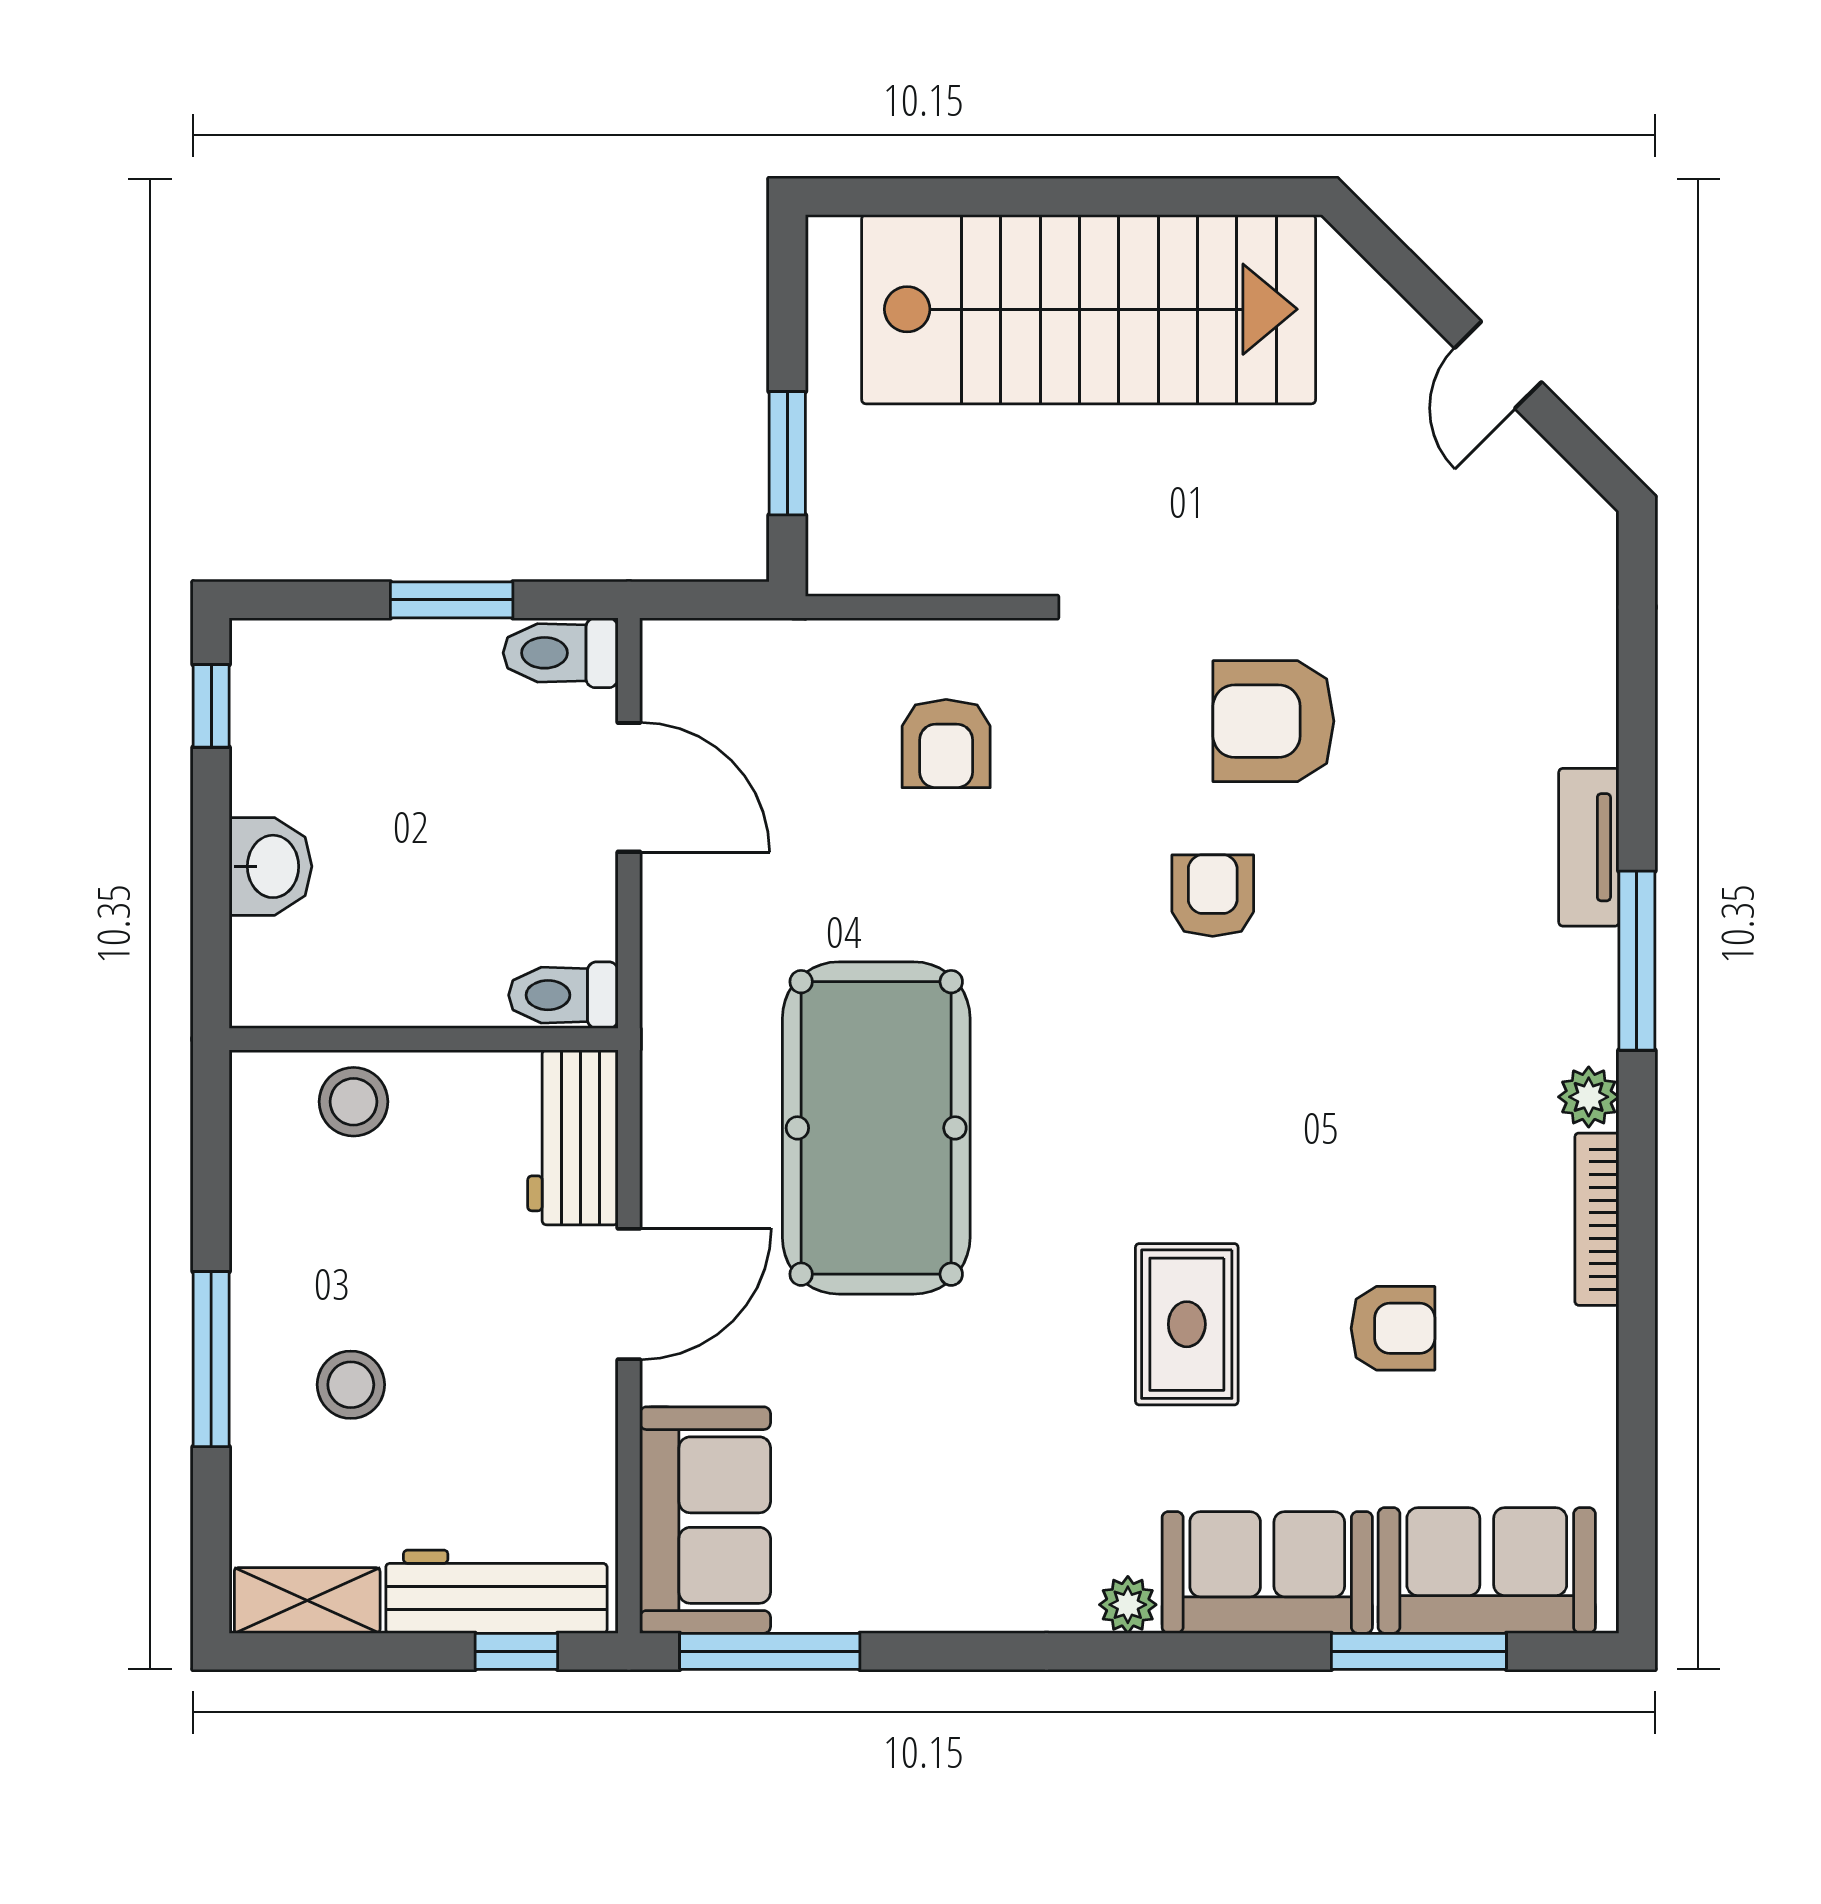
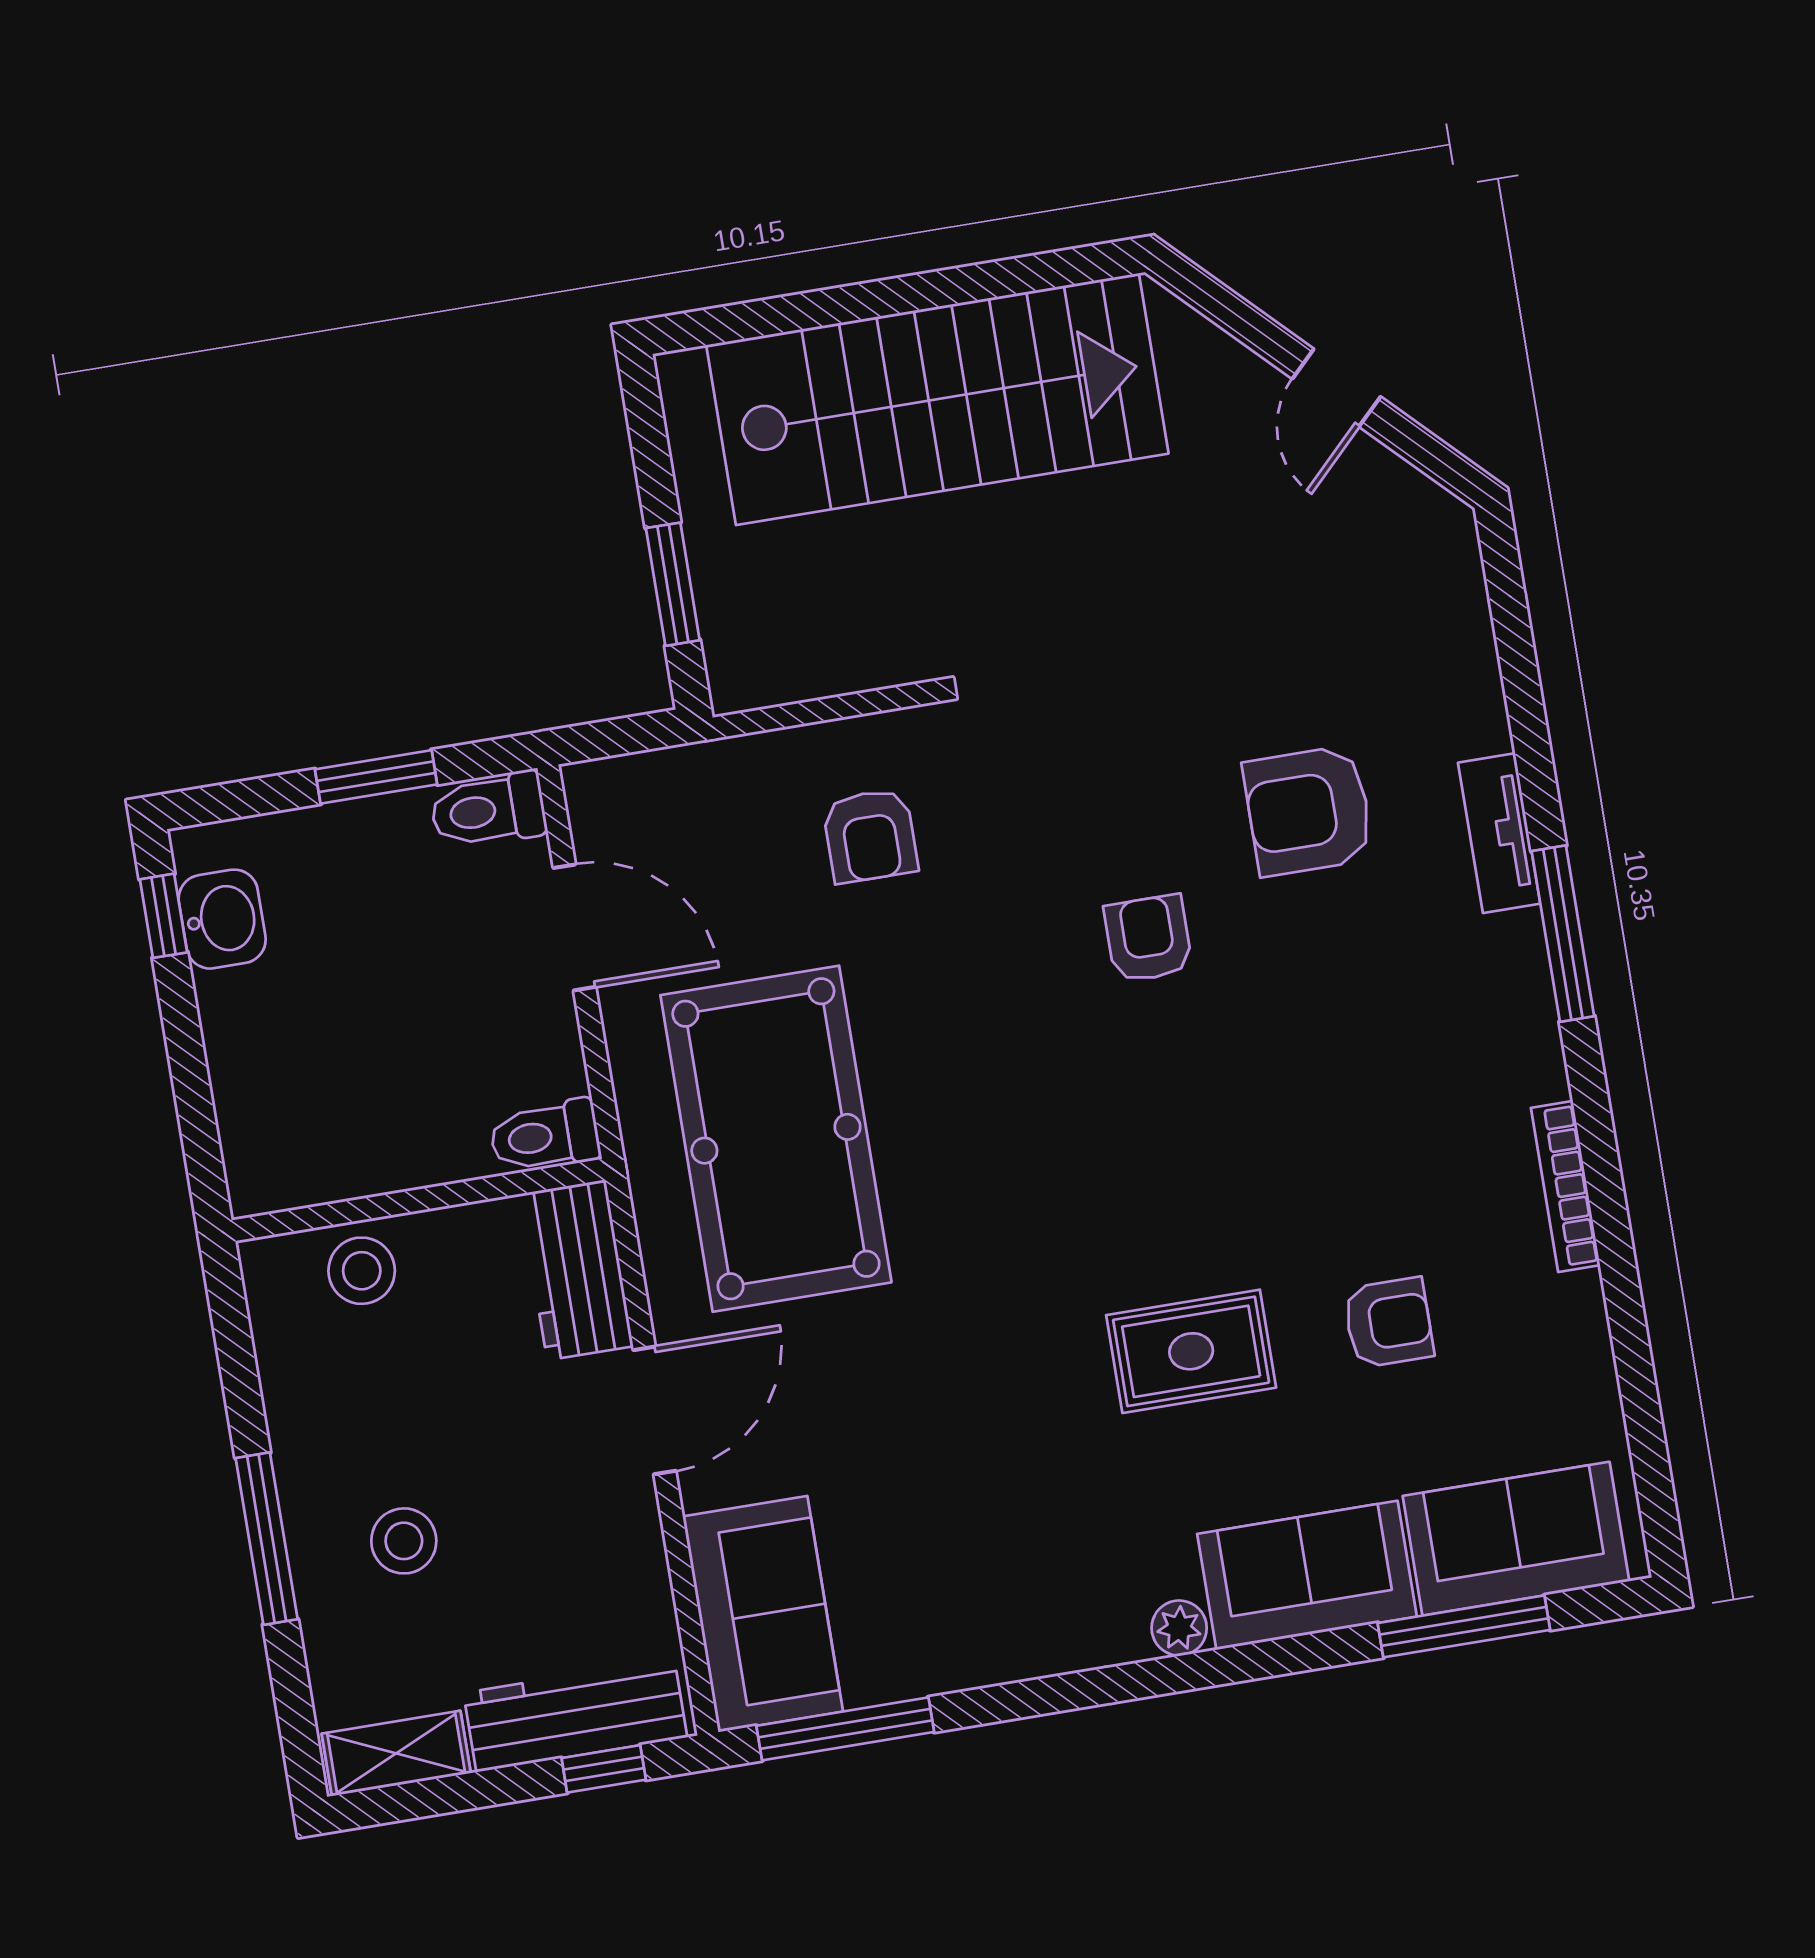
armchair: (1273, 721) -> (1308, 811), moved
washbasin: (270, 866) -> (222, 919), moved
plant: (1589, 1097) -> (1538, 1071), removed
pool table: (876, 1128) -> (776, 1139), moved
rug: (1187, 1324) -> (1191, 1351), turned 90

